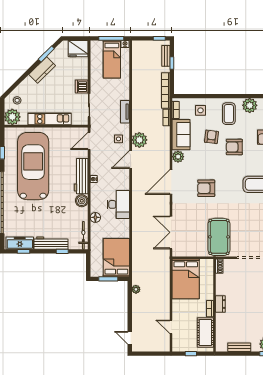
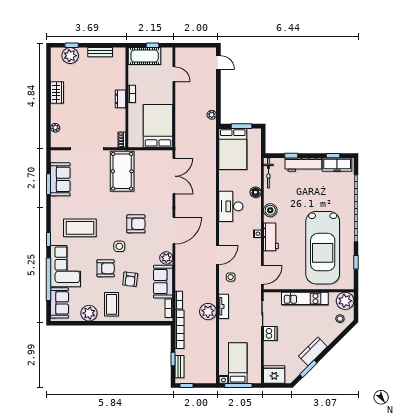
side table: (200, 110) -> (119, 246), moved
plant: (139, 140) -> (208, 312), moved
workbench: (81, 176) -> (271, 237), width x0.73
cot: (205, 333) -> (145, 56), moved, turned 90

